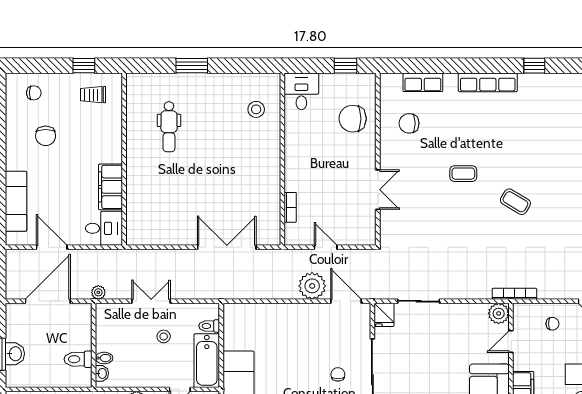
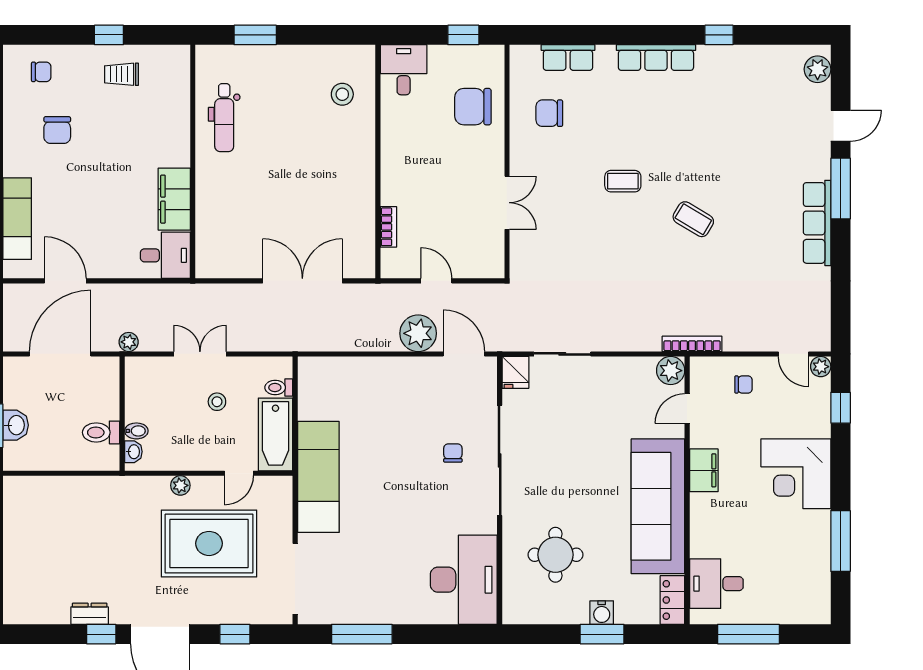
wall: (124, 159) -> (193, 162), moved
filing cabinet: (110, 187) -> (174, 199), moved
desk: (104, 228) -> (165, 255), moved

